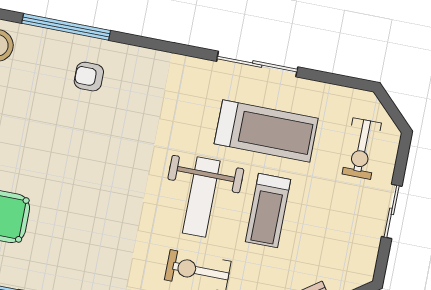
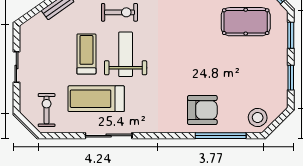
armchair: (89, 77) -> (202, 110), width x1.88, depth x1.88
exercise bike: (362, 149) -> (47, 110), moved

